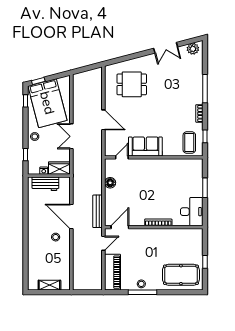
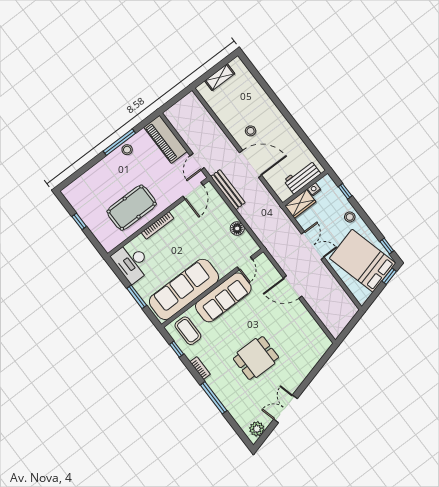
dining table: (132, 84) -> (256, 358), moved
sofa: (145, 146) -> (223, 297), width x1.36
sofa: (172, 170) -> (184, 289), added
pool table: (181, 275) -> (132, 208), moved

